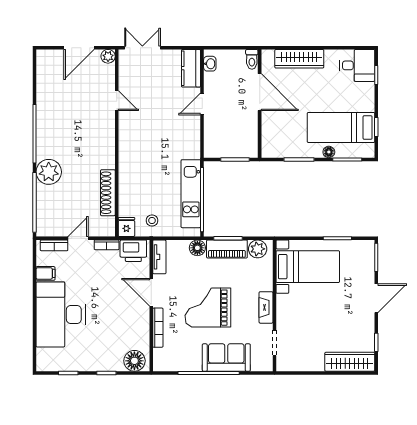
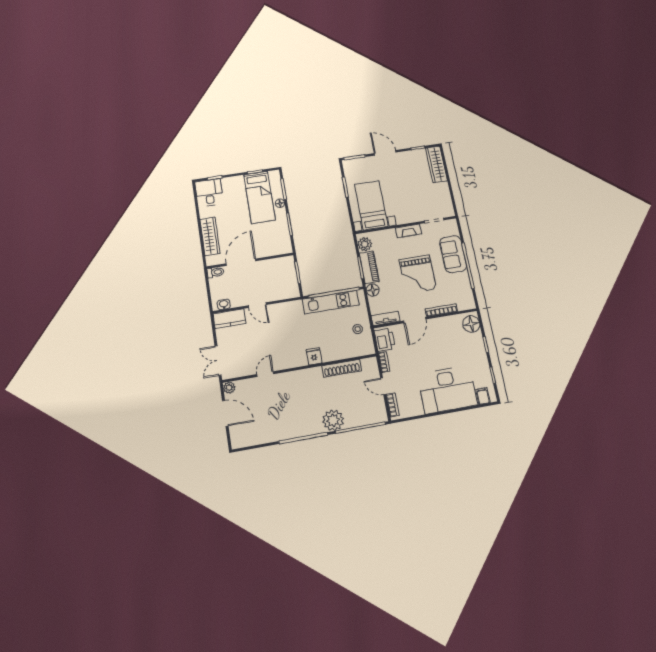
fridge: (126, 227) -> (314, 356), moved, turned 90
filing cabinet: (45, 273) -> (483, 396), moved

